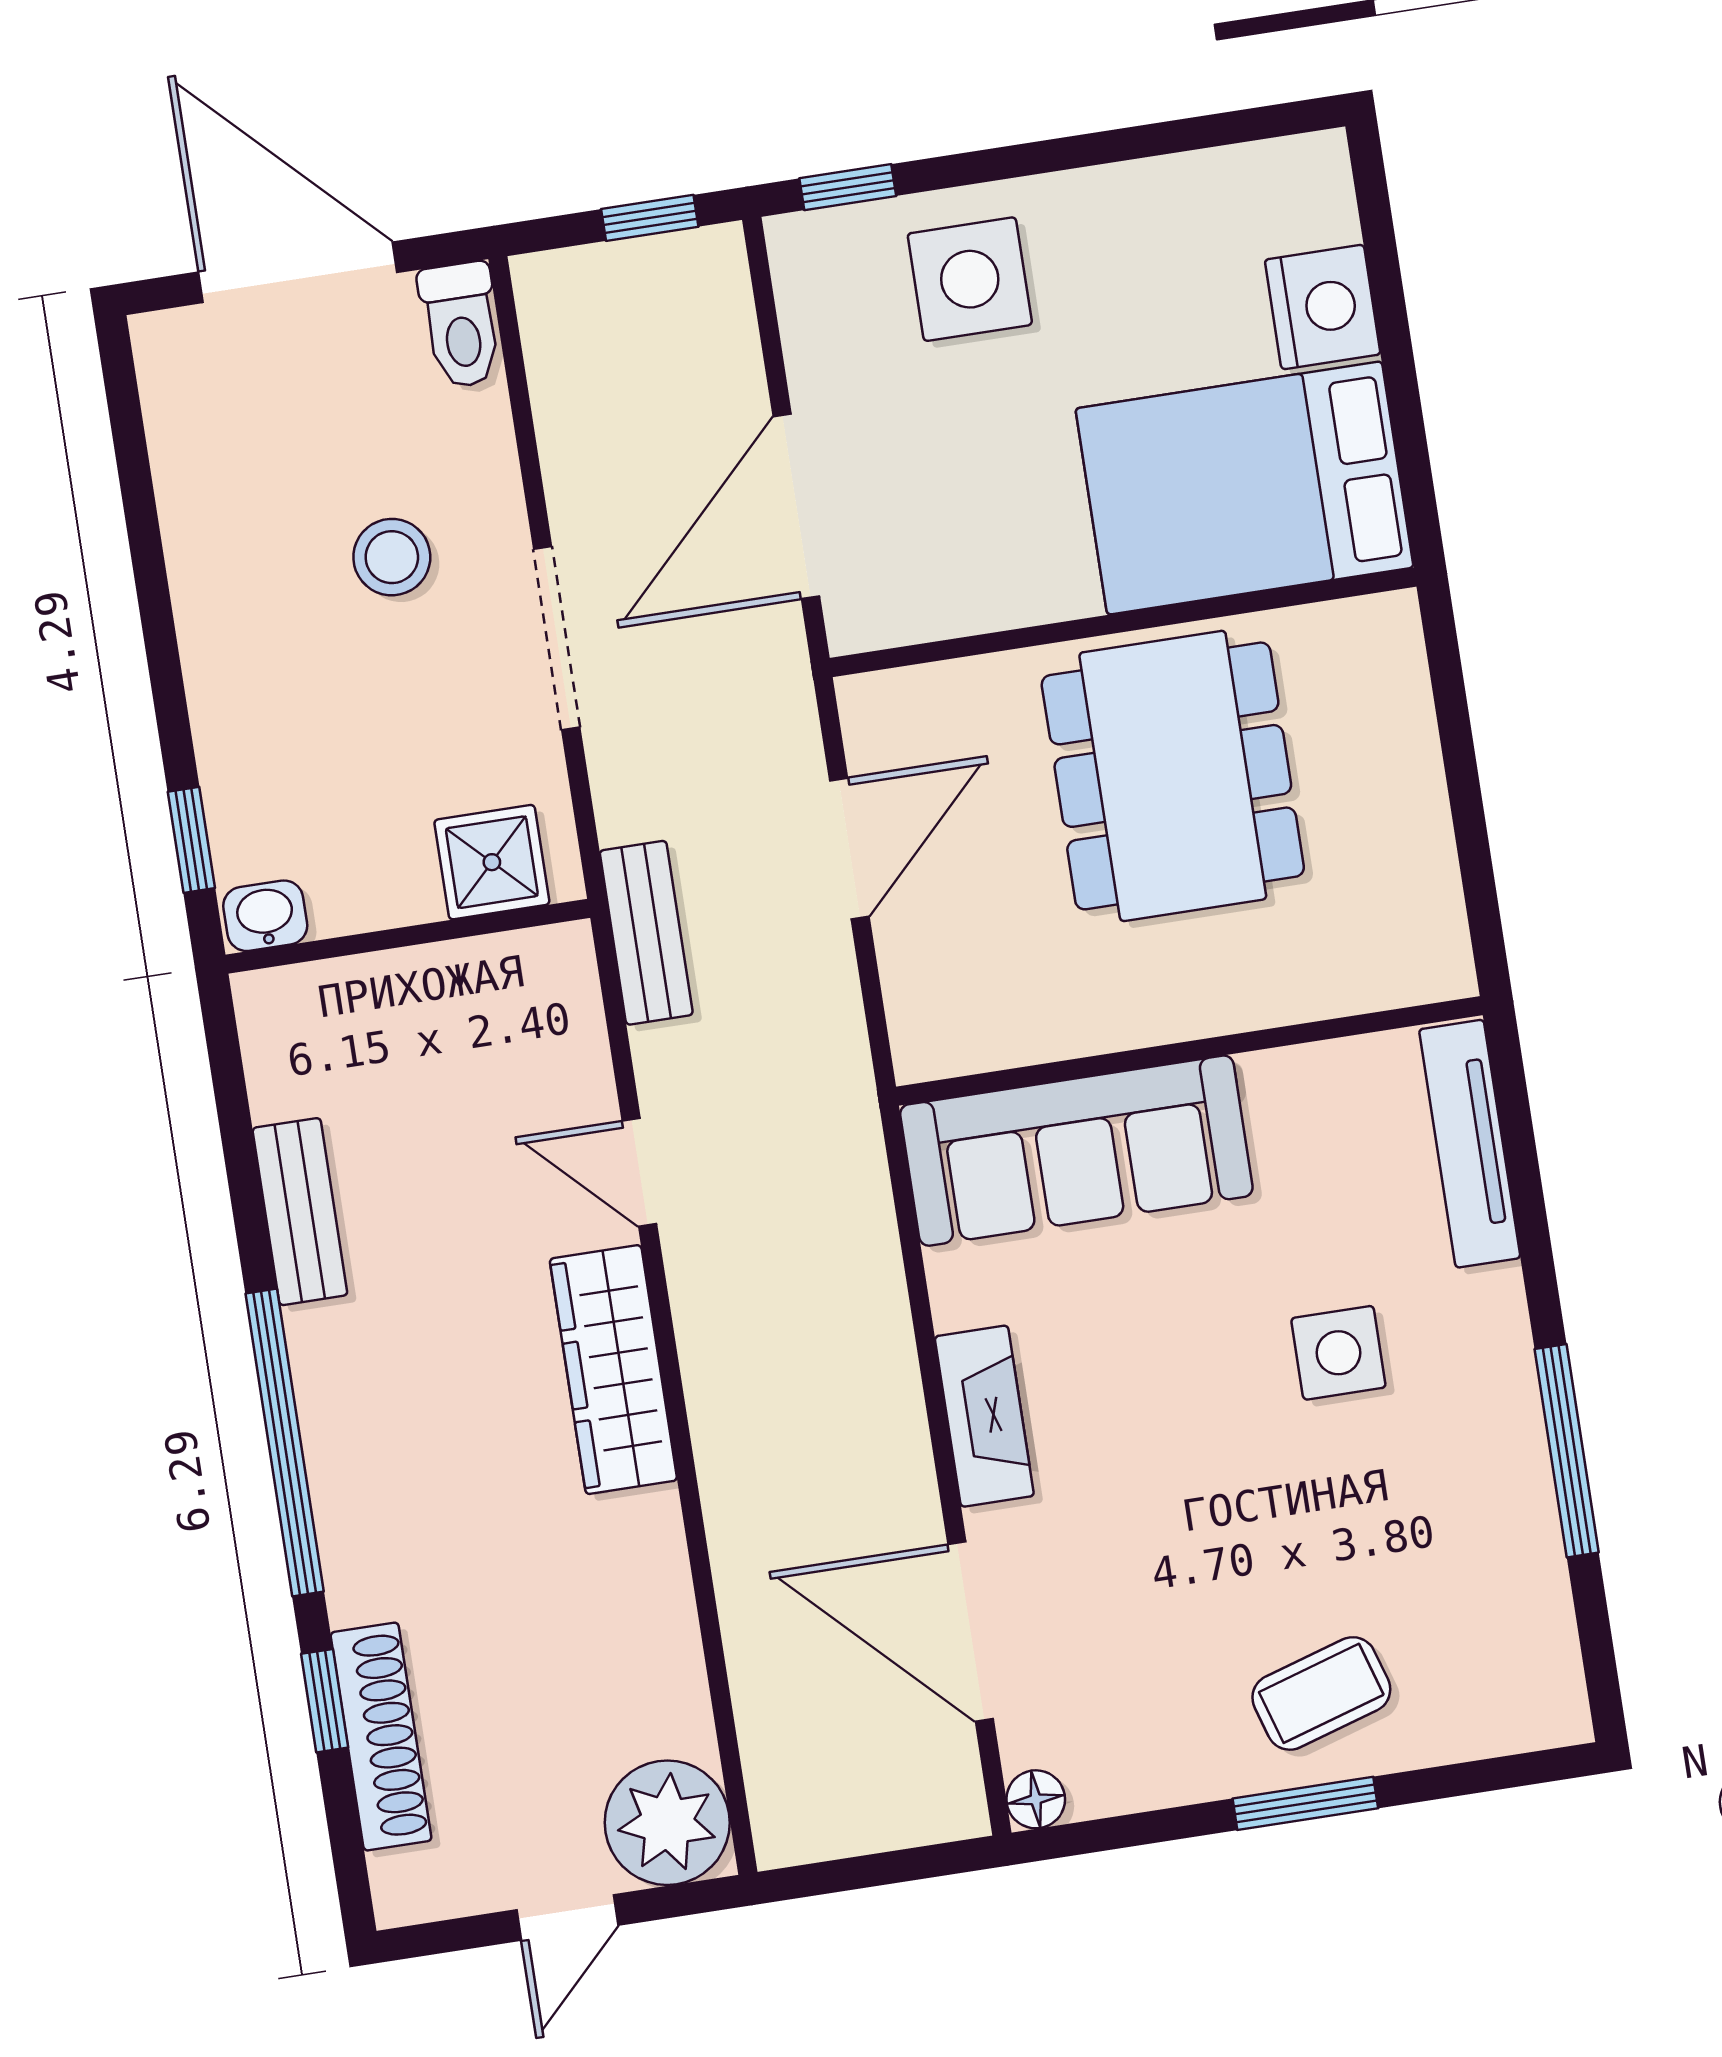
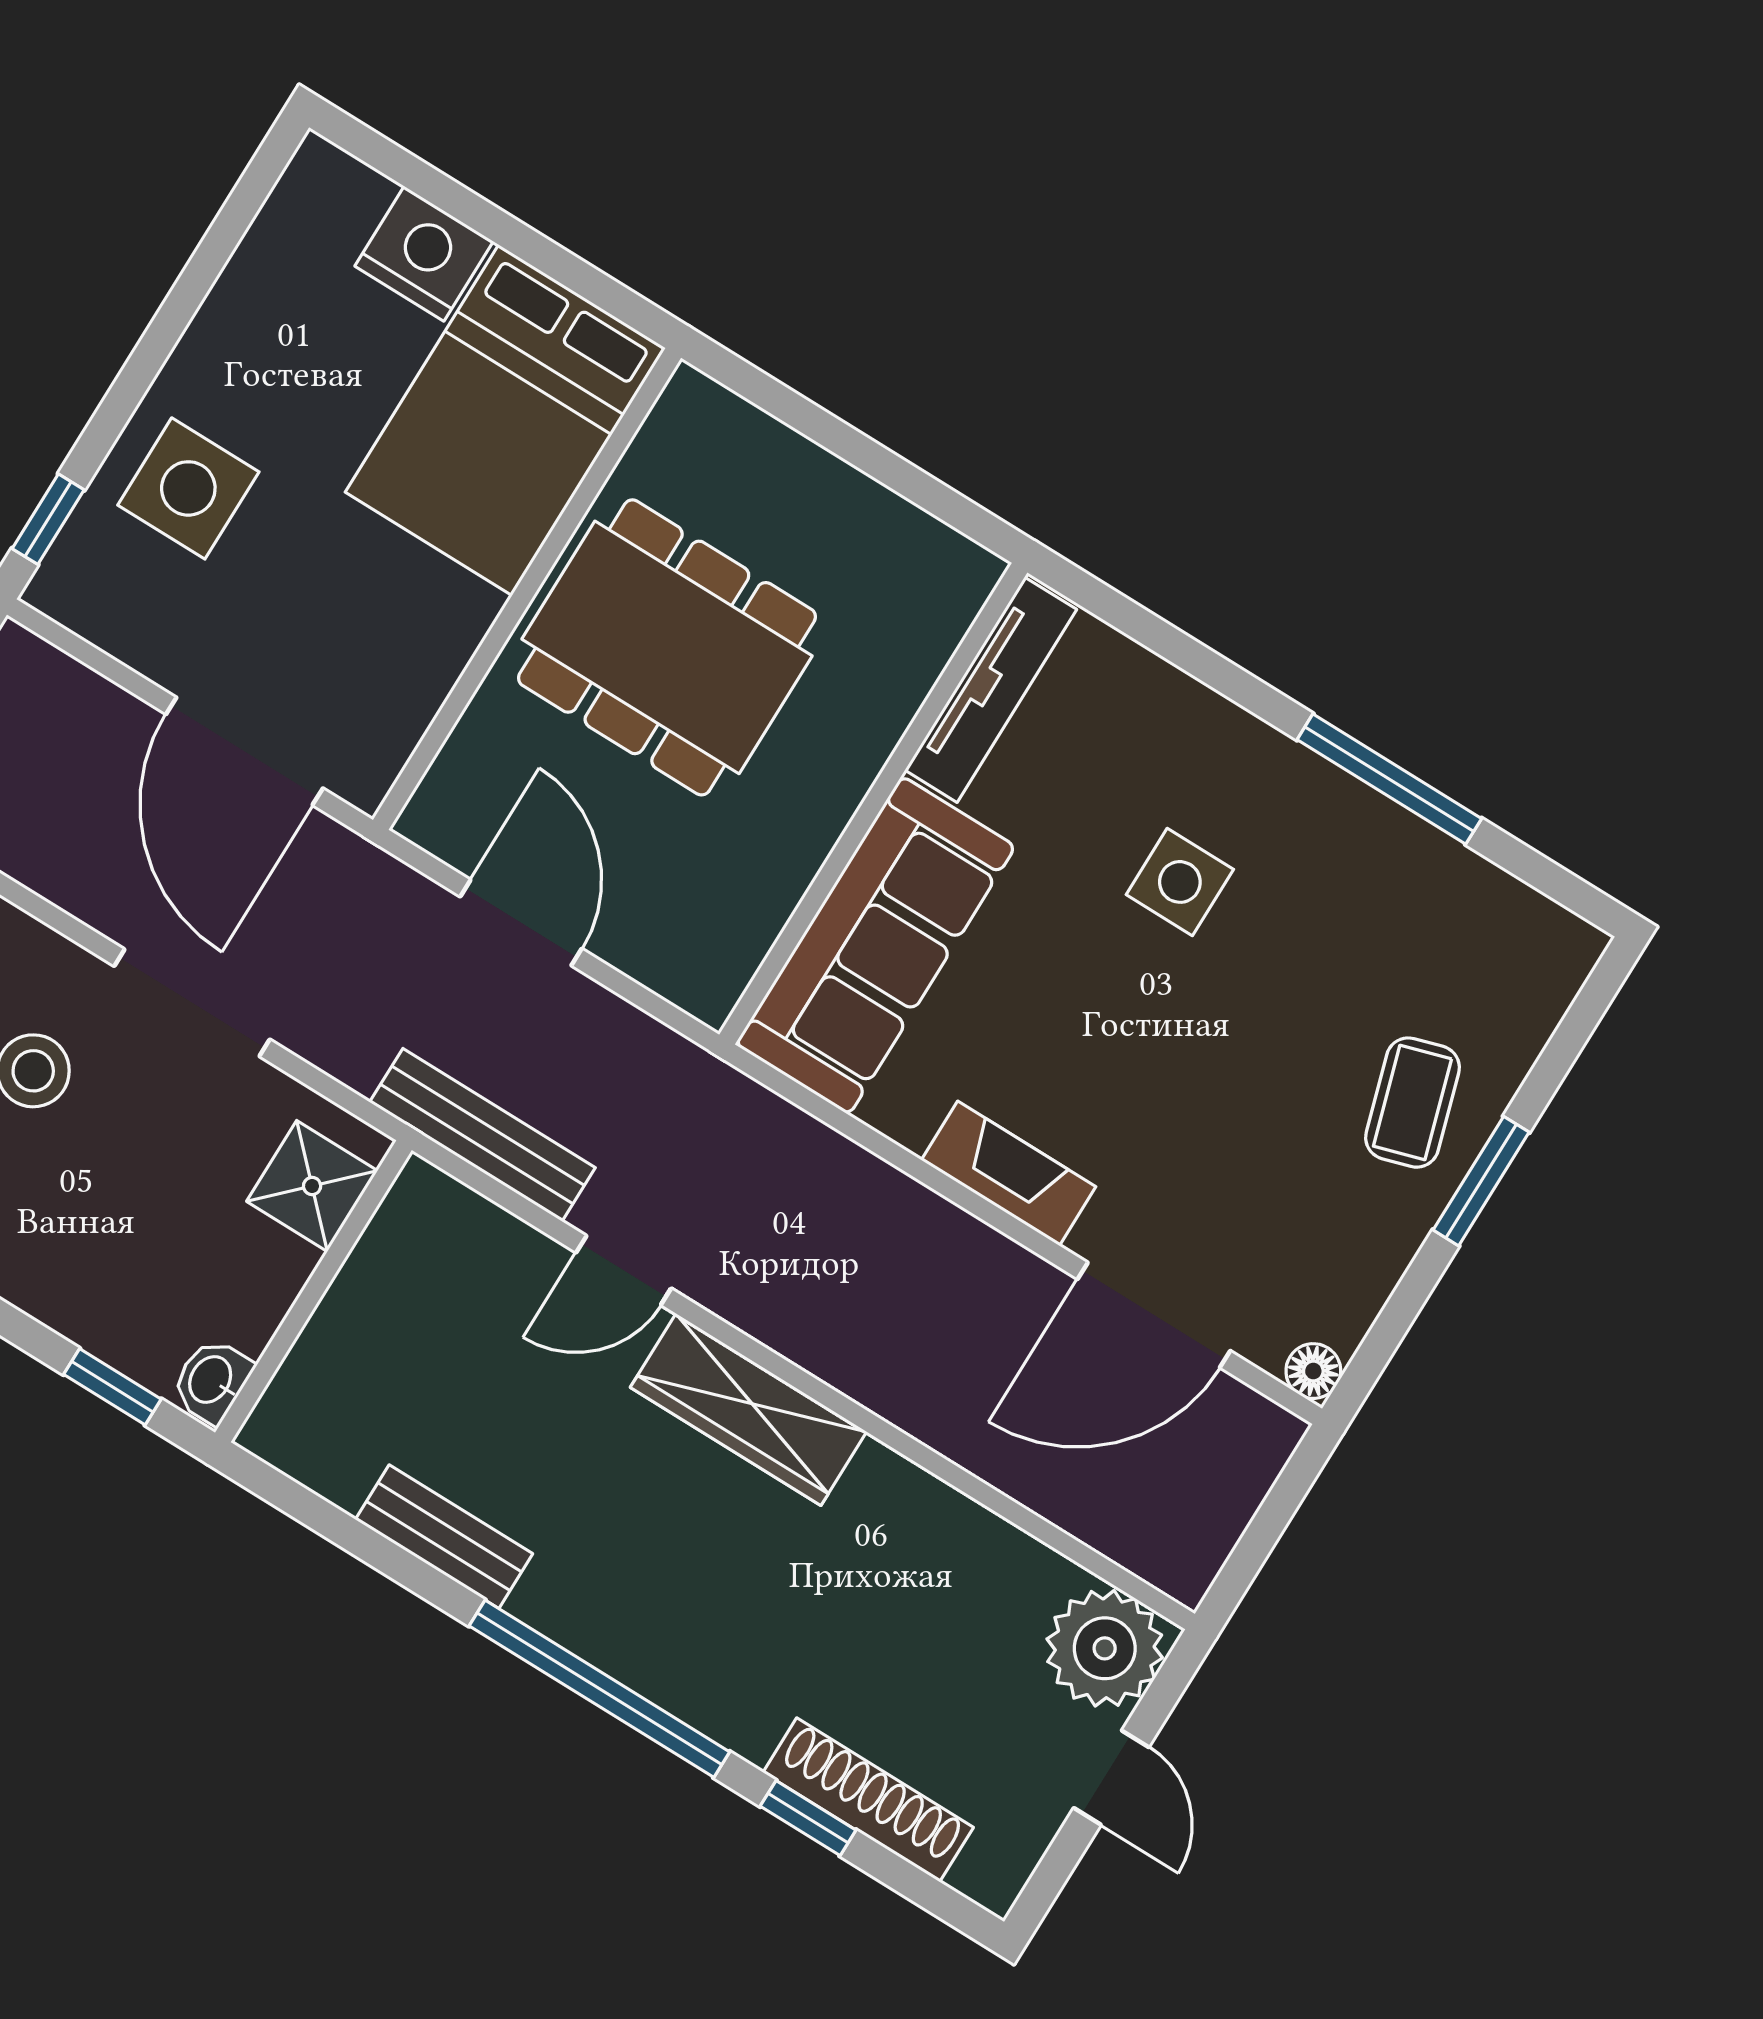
bench: (646, 933) -> (482, 1135), width x1.36
tv unit: (1470, 1144) -> (991, 690), moved, turned -90

